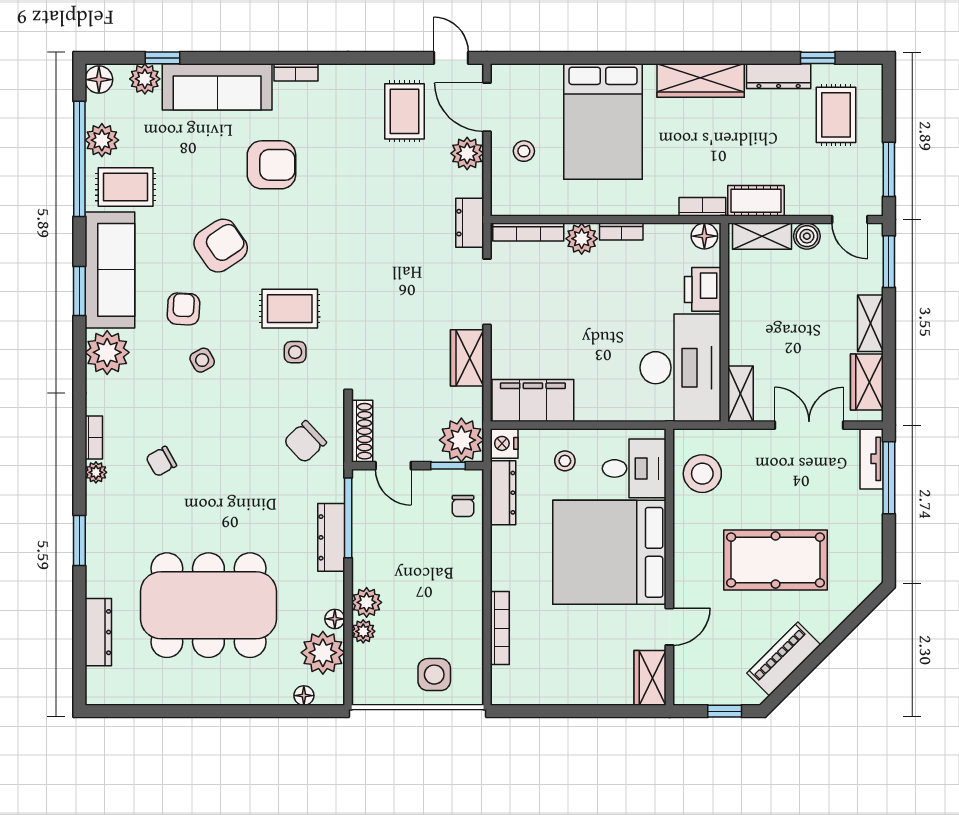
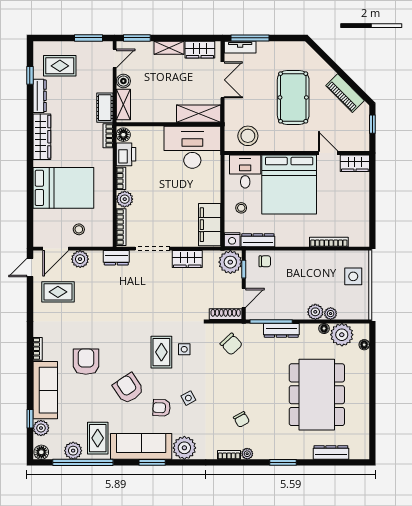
printer: (703, 289) -> (126, 154), moved, turned -90
shelving: (741, 394) -> (199, 114), width x1.50, depth x1.33
double door: (809, 425) -> (222, 80), swing flipped

